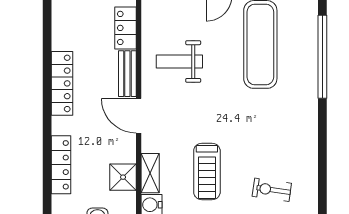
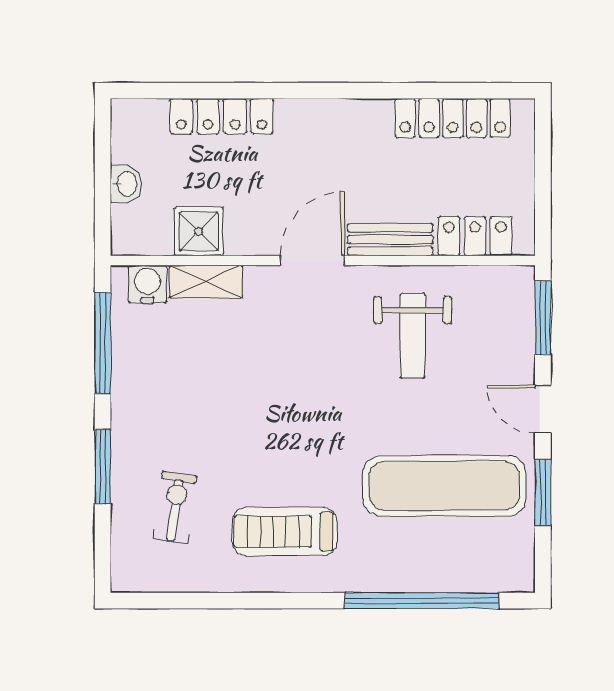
weight bench: (179, 62) -> (413, 336), turned 180
locker: (62, 83) -> (453, 118), moved
treadmill: (207, 171) -> (284, 531), moved

